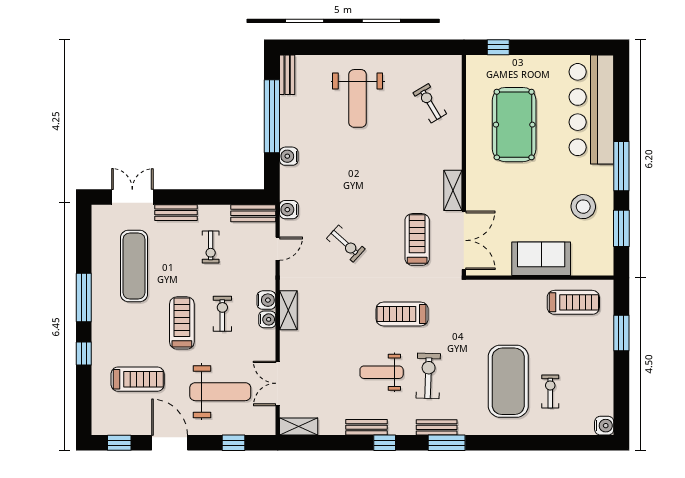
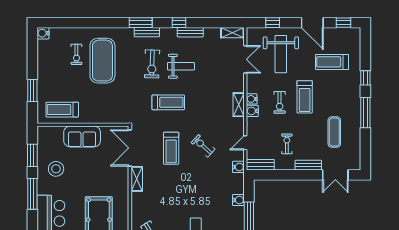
treadmill: (417, 239) -> (171, 148), moved
exercise mat: (134, 266) -> (334, 132), width x0.73, depth x0.69
weight bench: (220, 392) -> (281, 54), turned -90

